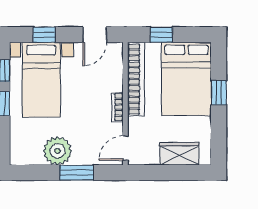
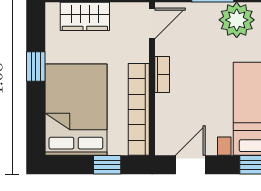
window: (219, 93) -> (36, 67), moved

